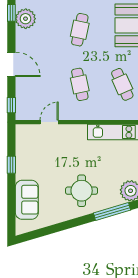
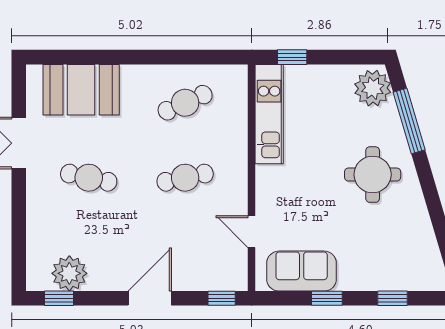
sofa: (27, 200) -> (302, 271), moved
window: (11, 202) -> (393, 298), added

